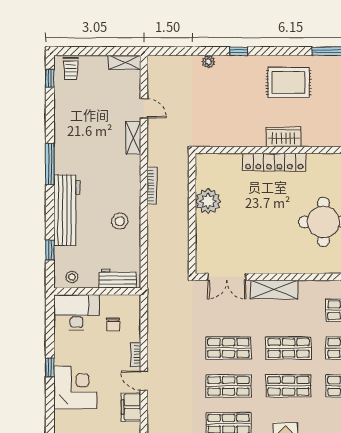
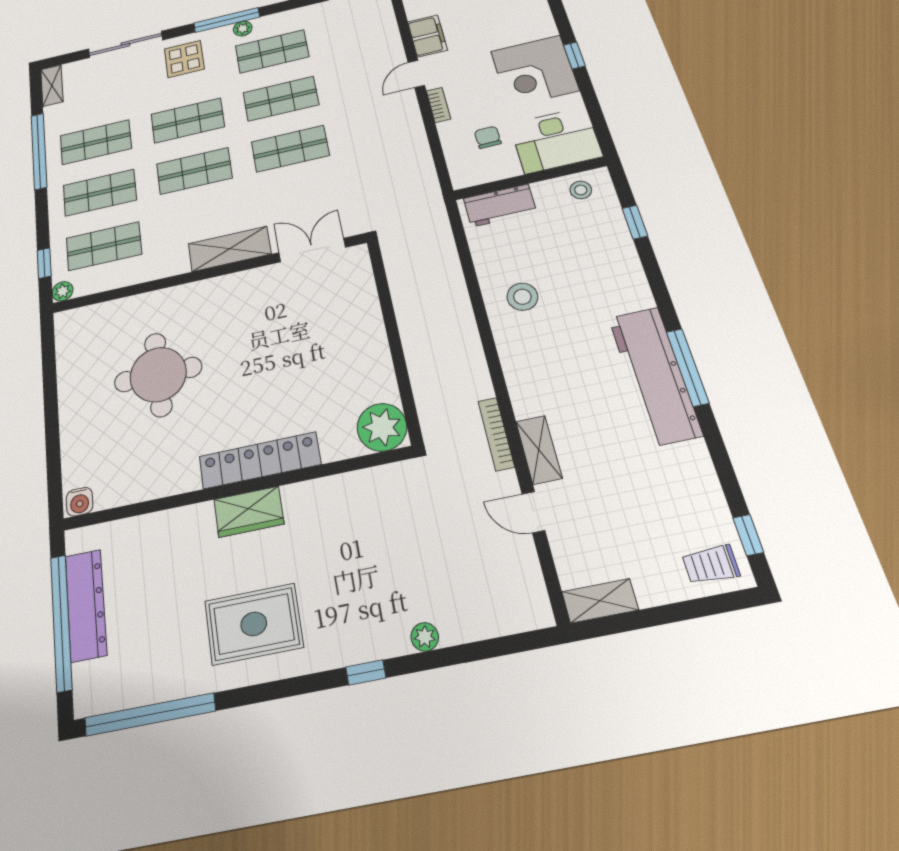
trolley: (71, 69) -> (711, 565), turned -90
bookcase: (152, 186) -> (496, 434), moved
plant: (208, 201) -> (382, 427), moved
workbench: (67, 210) -> (655, 375), moved
door: (144, 381) -> (416, 74), swing flipped
corner desk: (75, 387) -> (535, 71), moved

